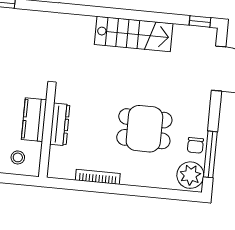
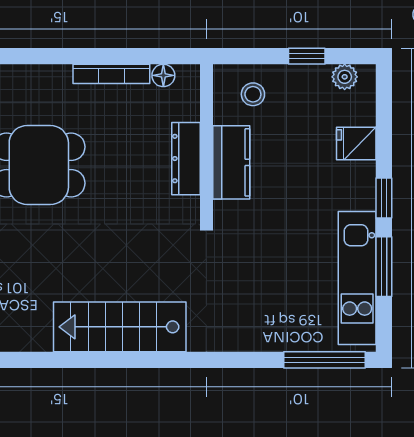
stairs: (134, 34) -> (120, 327), moved
floor lamp: (68, 173) -> (163, 75), added

